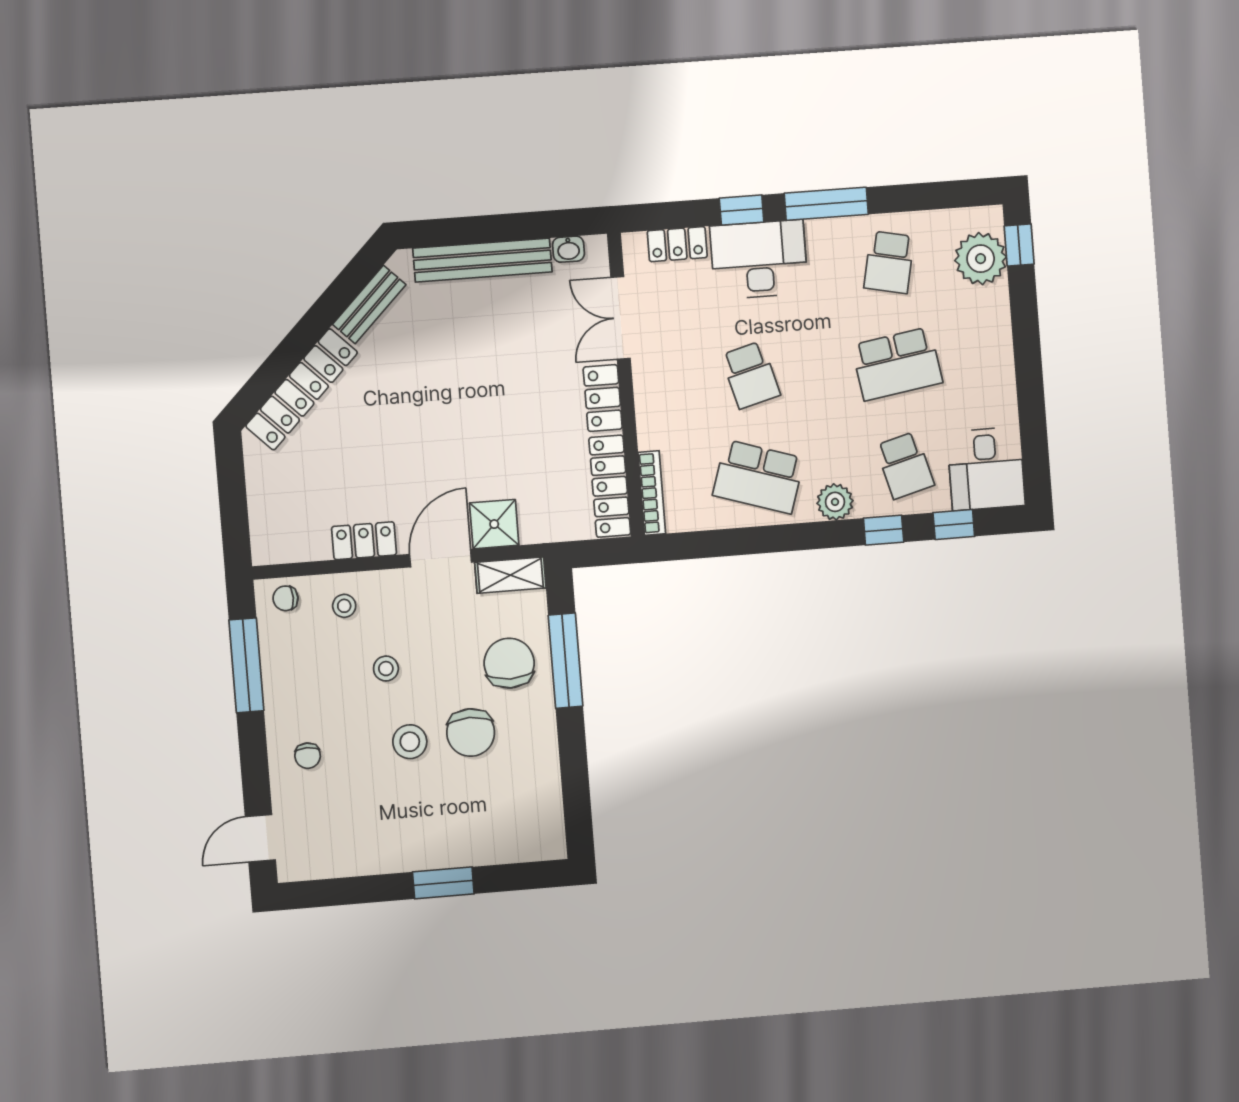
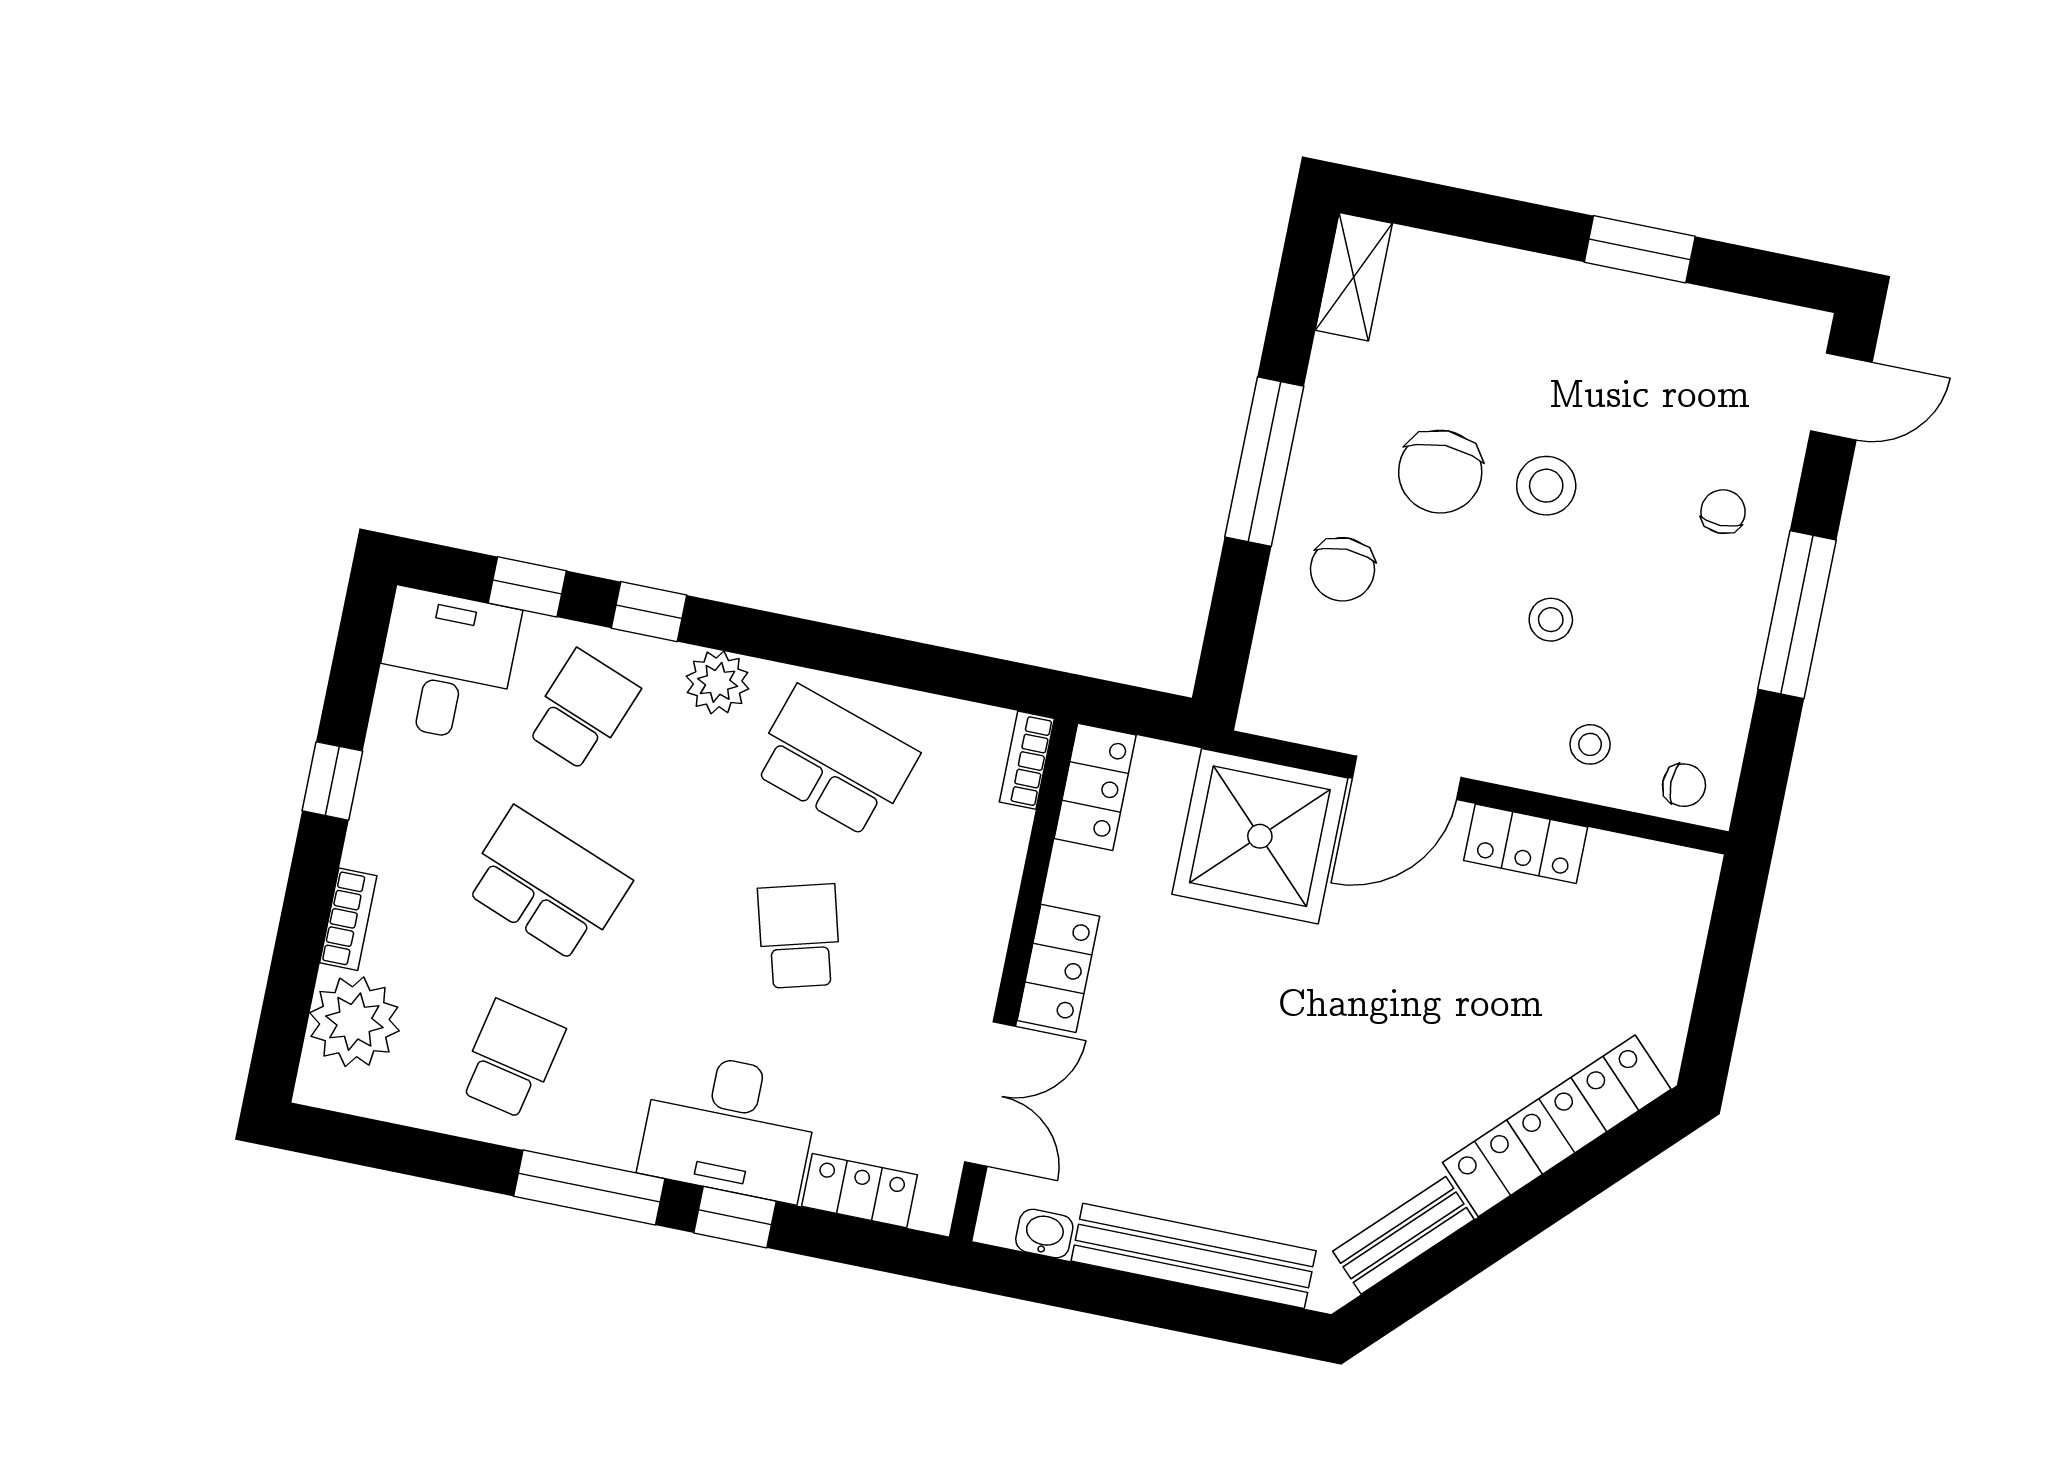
window: (1019, 245) -> (332, 781), moved
bookcase: (1000, 314) -> (348, 919), added
school desk: (897, 364) -> (547, 885), turned 30
school desk: (905, 465) -> (582, 710), turned 36
locker: (610, 486) -> (1095, 787), width x0.66
bookcase: (652, 493) -> (1027, 760), width x0.64
shower: (494, 524) -> (1260, 836), width x1.86, depth x1.86
shelving: (510, 575) -> (1354, 277), moved, turned 90
window: (565, 661) -> (1264, 462), moved
chair: (509, 663) -> (1343, 569), width x0.73, depth x0.73
window: (246, 665) -> (1797, 615), moved
chair: (471, 733) -> (1440, 472), turned 180
window: (443, 883) -> (1640, 249), moved

